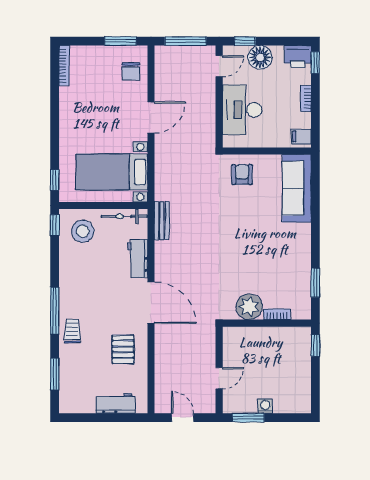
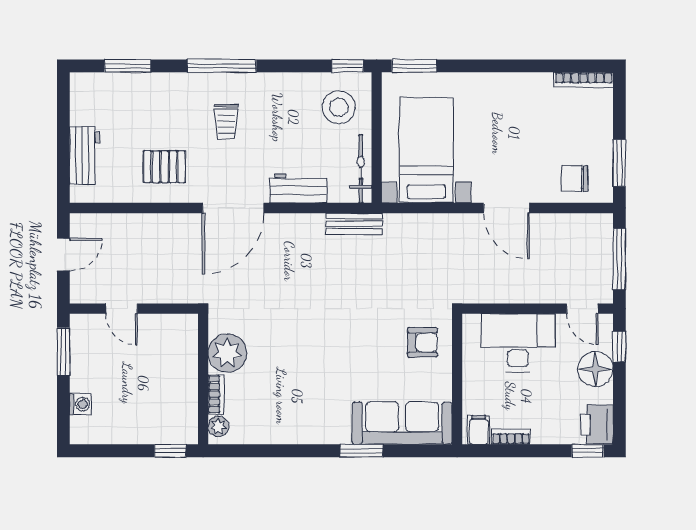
bookcase: (306, 99) -> (511, 437), moved
window: (55, 180) -> (414, 66), width x1.50
window: (315, 283) -> (361, 451), moved
plant: (299, 313) -> (218, 426), added
trolley: (72, 331) -> (226, 122), moved, turned 90
washing machine: (265, 406) -> (80, 404), moved

